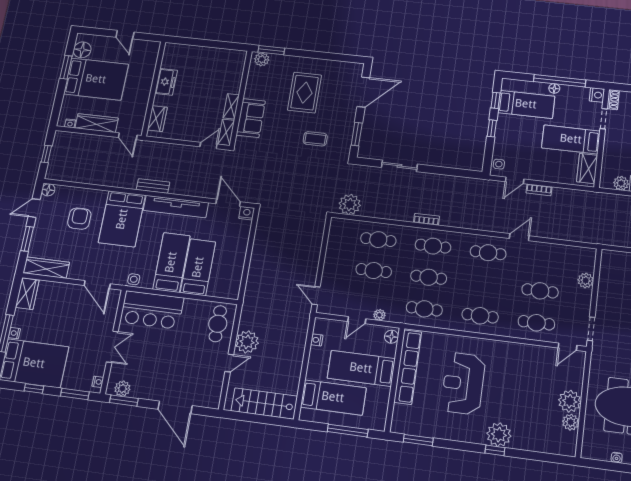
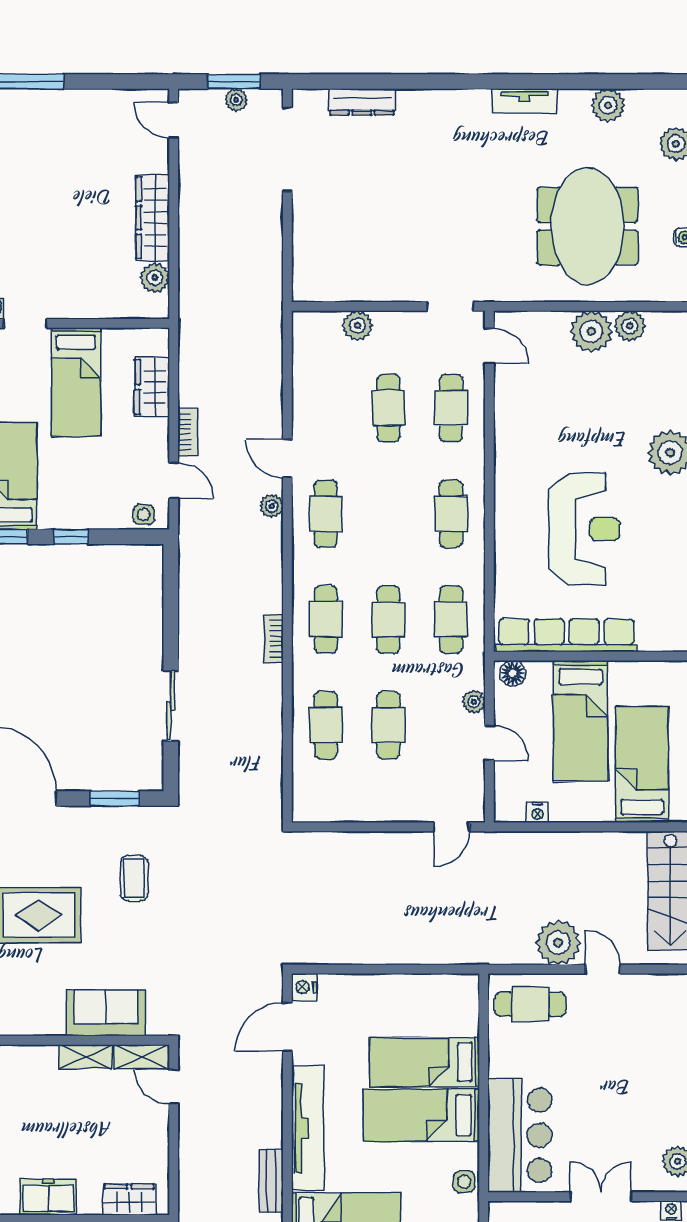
wardrobe: (587, 169) -> (152, 387), moved, turned 90
plant: (350, 204) -> (272, 506), moved, width x0.53, depth x0.53
reception desk: (463, 383) -> (584, 529), turned -90

